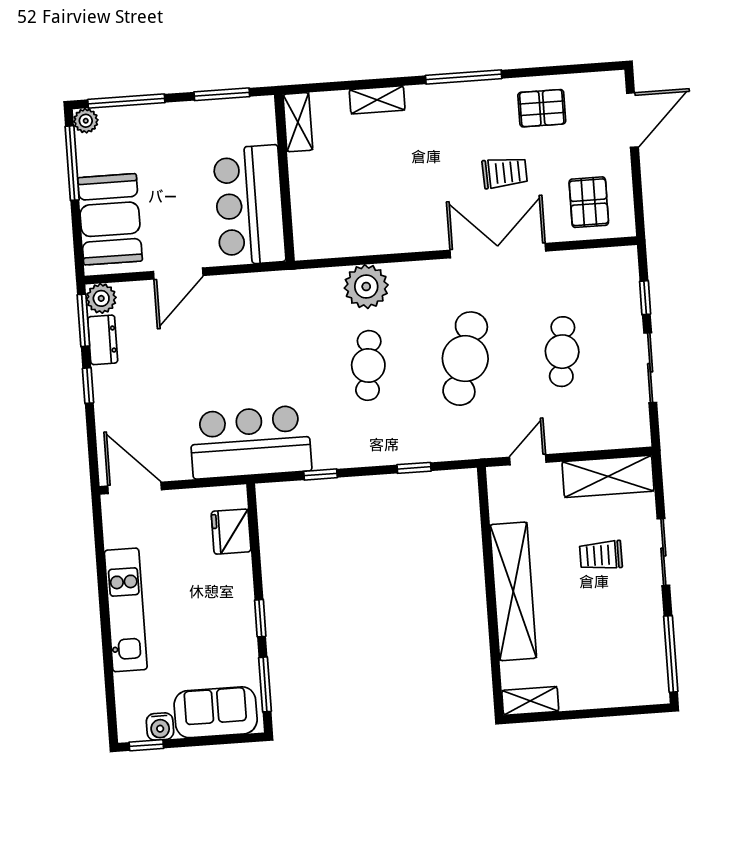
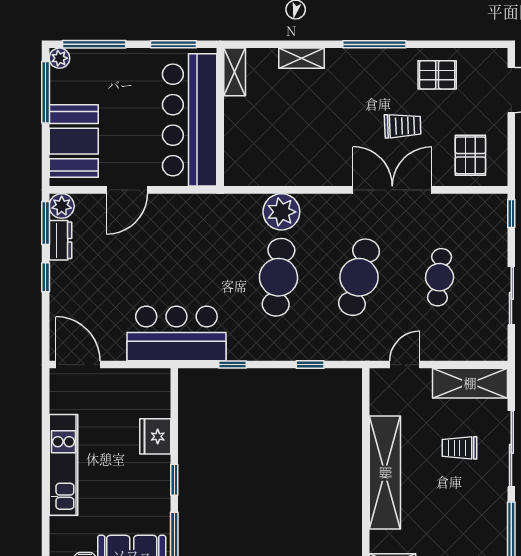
bar counter: (249, 205) -> (190, 120), width x1.36
window: (645, 298) -> (511, 214), moved
cafe table: (368, 365) -> (278, 277), width x1.37, depth x1.35
fridge: (231, 532) -> (155, 436), moved
sliding door: (663, 552) -> (511, 449), width x1.37

